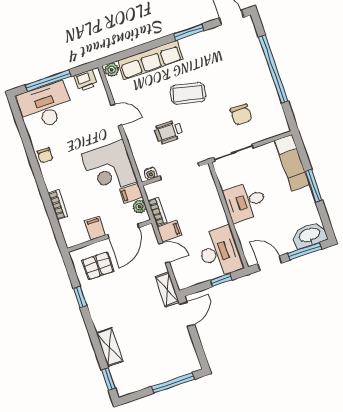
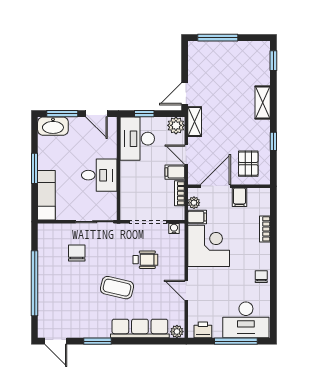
pallet: (98, 266) -> (248, 164), turned 90
plant: (185, 279) -> (176, 125), added
shelving: (110, 347) -> (263, 103), moved

